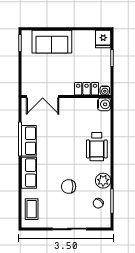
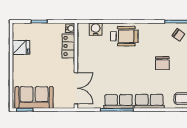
fridge: (103, 39) -> (21, 47), moved
sofa: (52, 42) -> (34, 97), moved, turned -90
water cooler: (104, 104) -> (96, 29), moved
plant: (103, 181) -> (157, 30), removed

